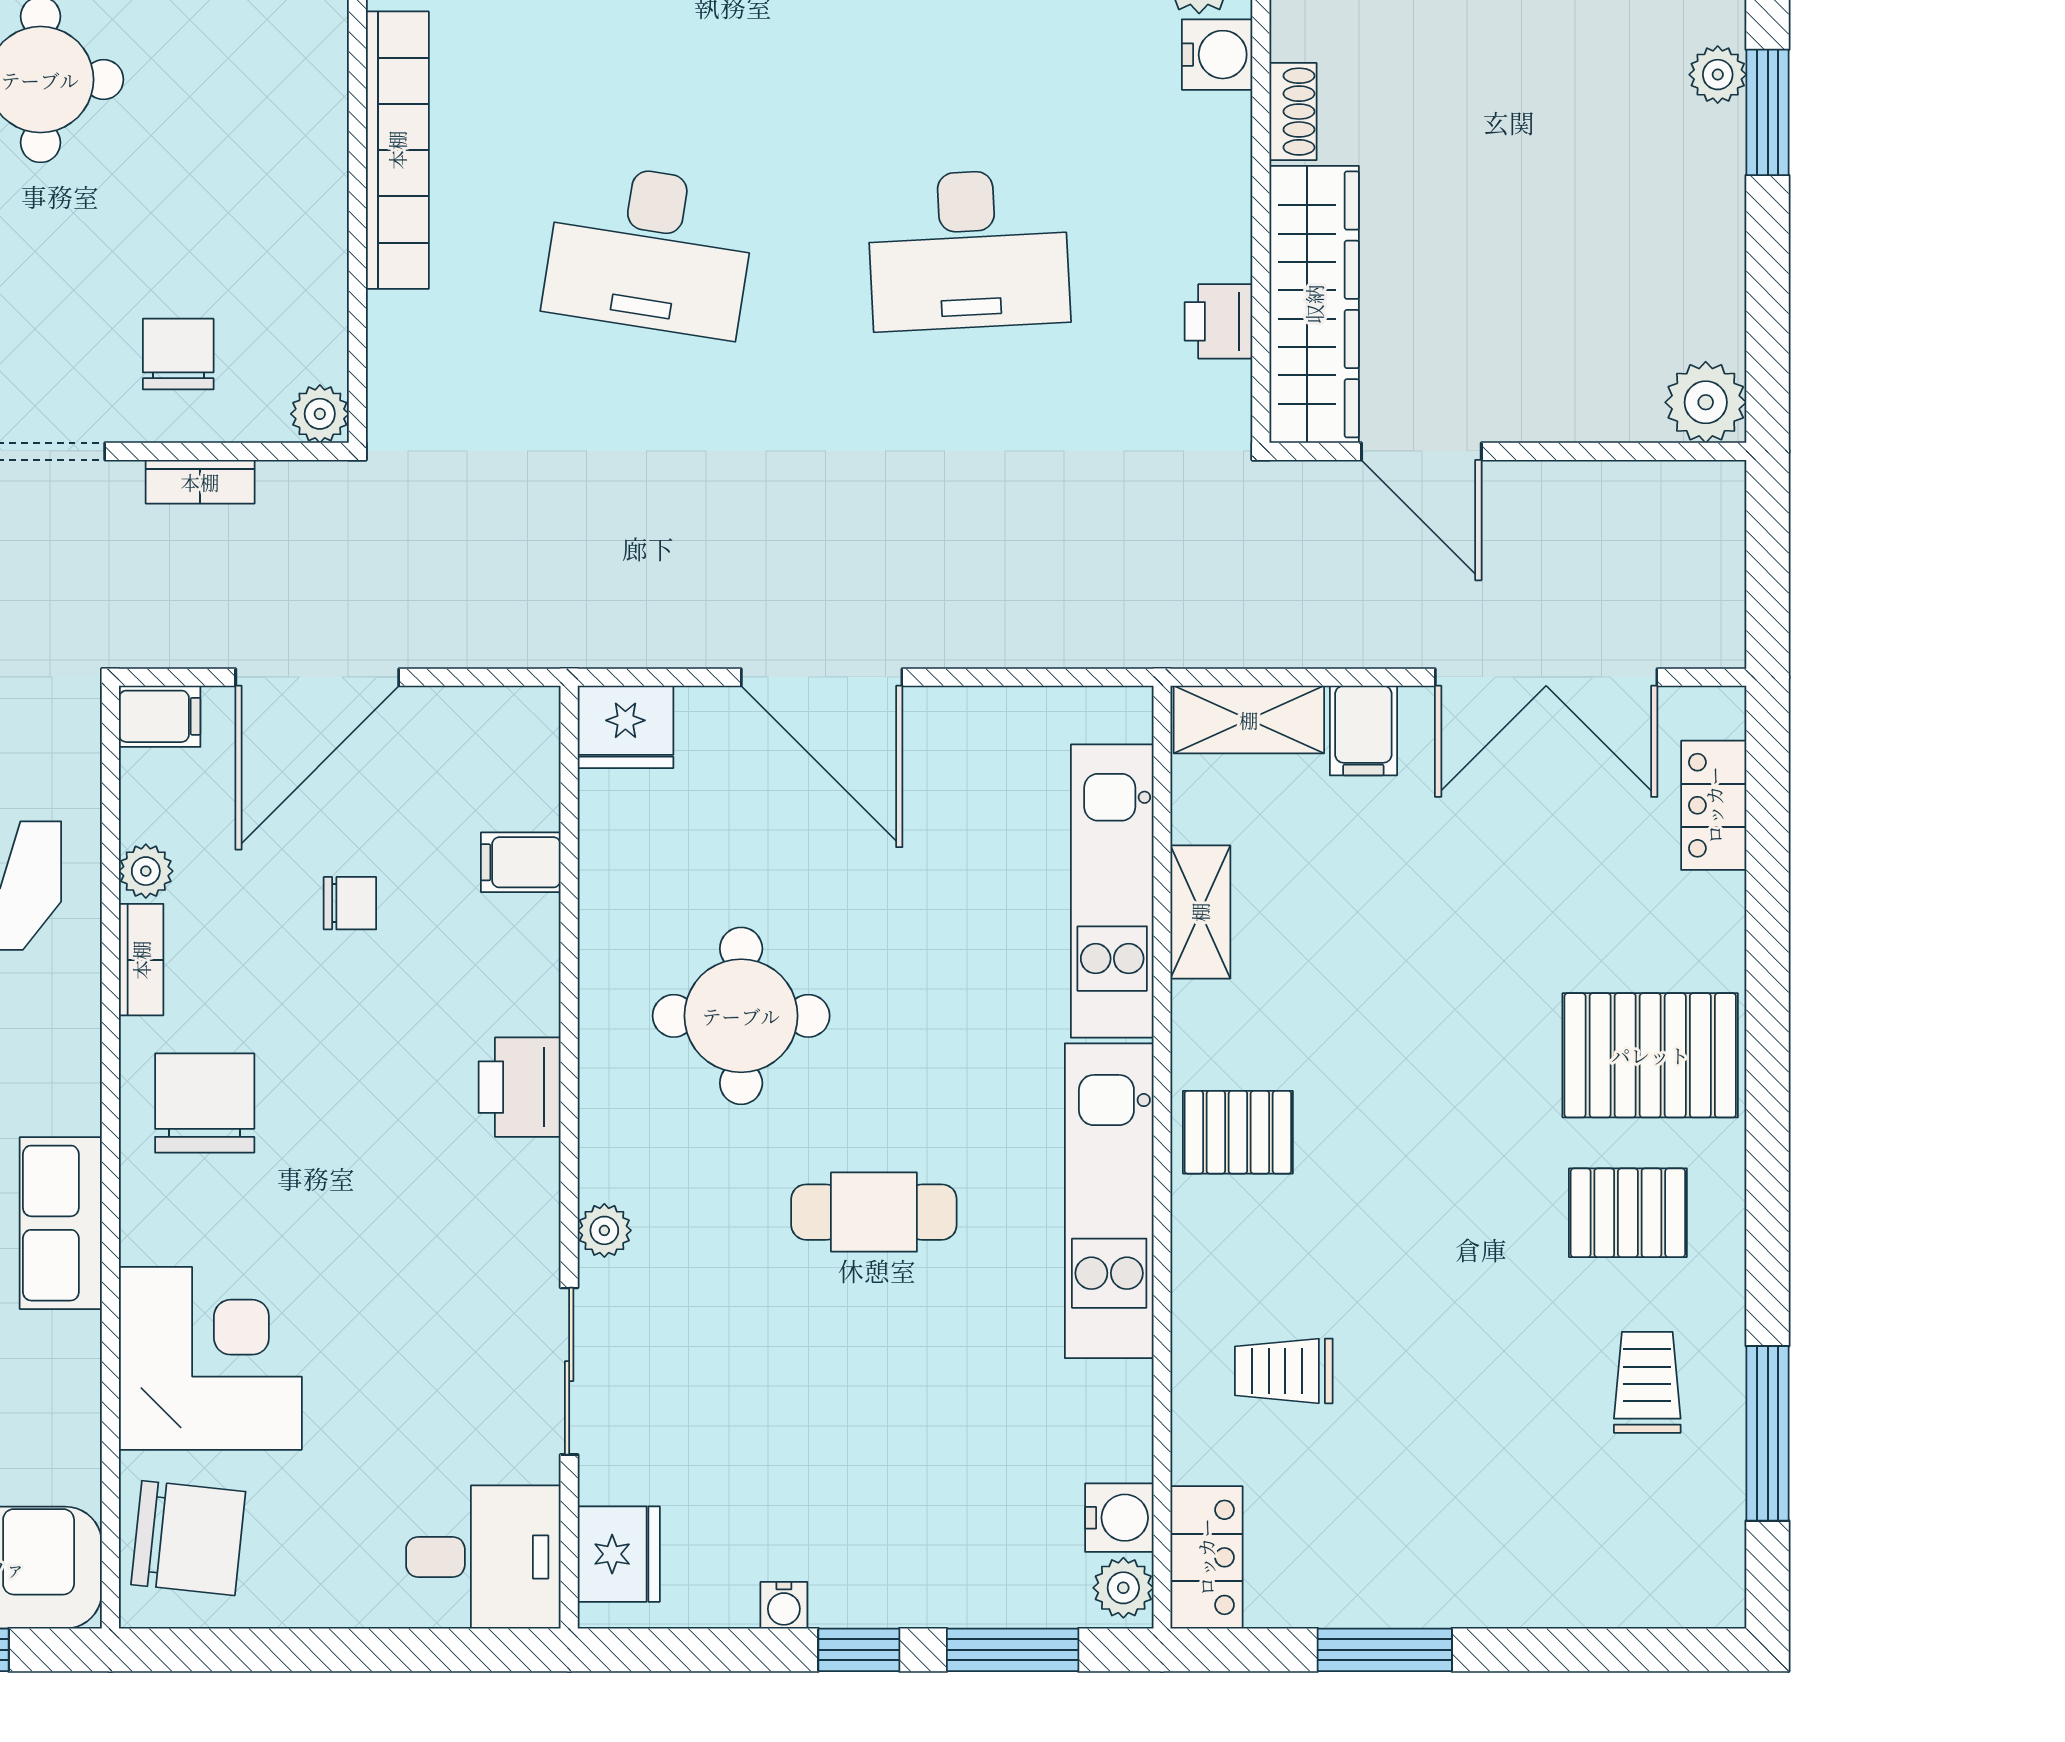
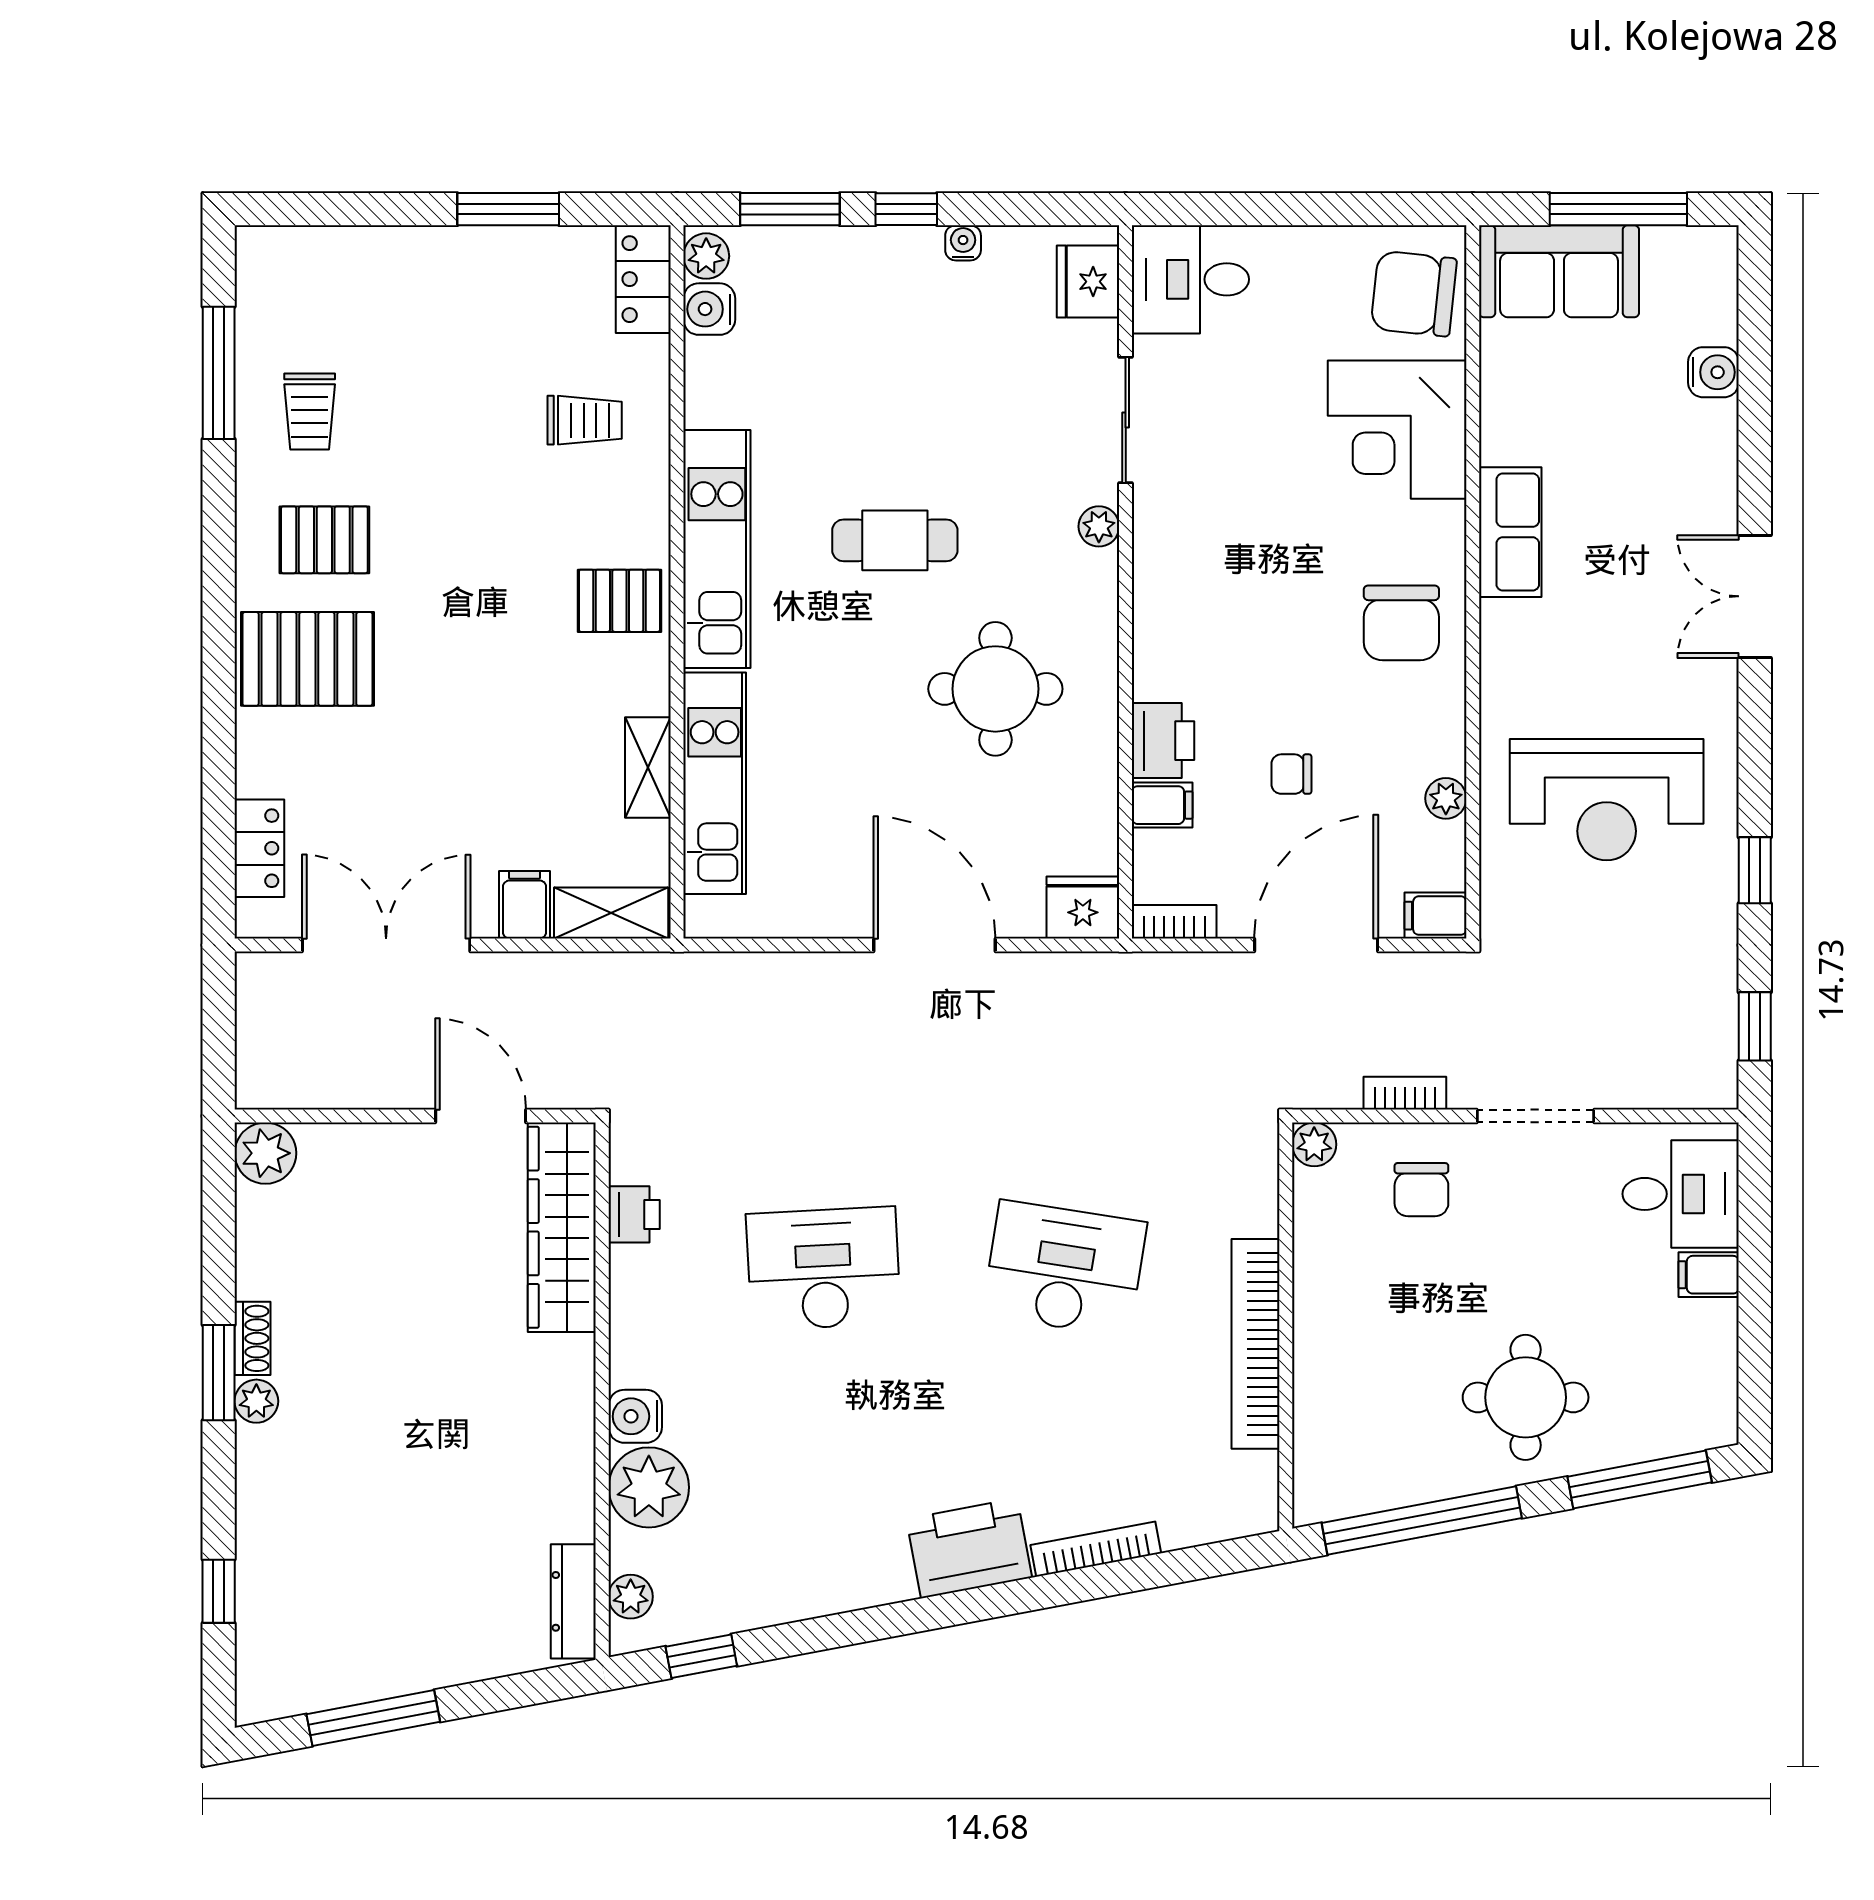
shoe rack: (1293, 112) -> (253, 1338), moved, turned 180
bookcase: (141, 960) -> (1174, 922), moved, turned 90
printer: (520, 1087) -> (1163, 741), moved

